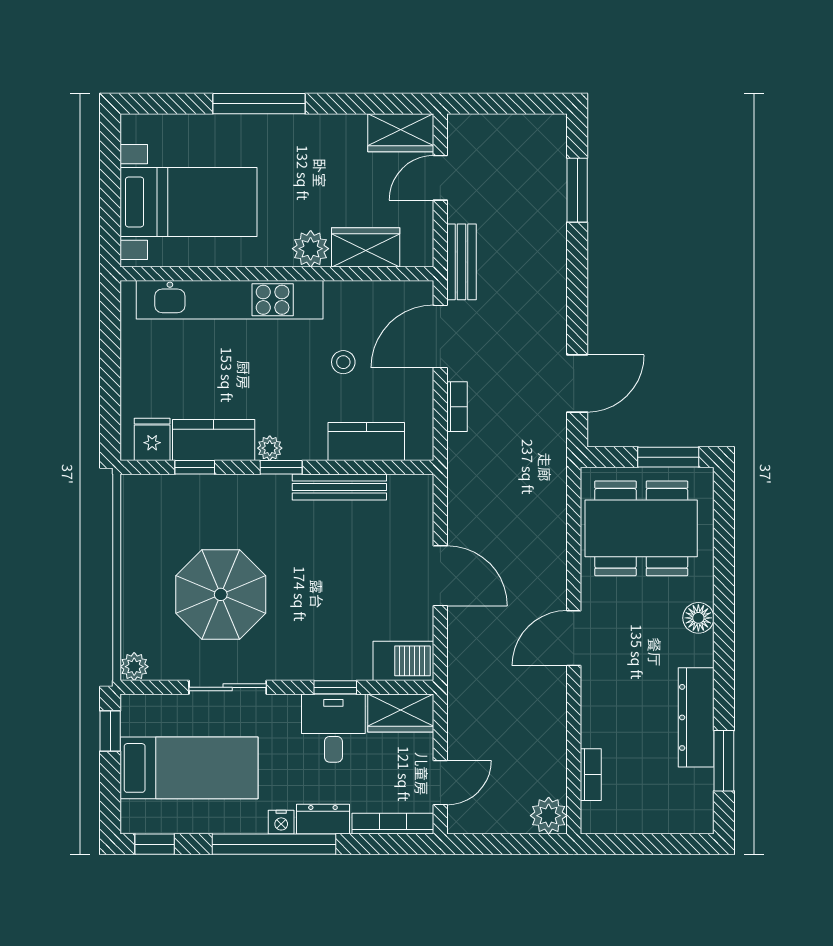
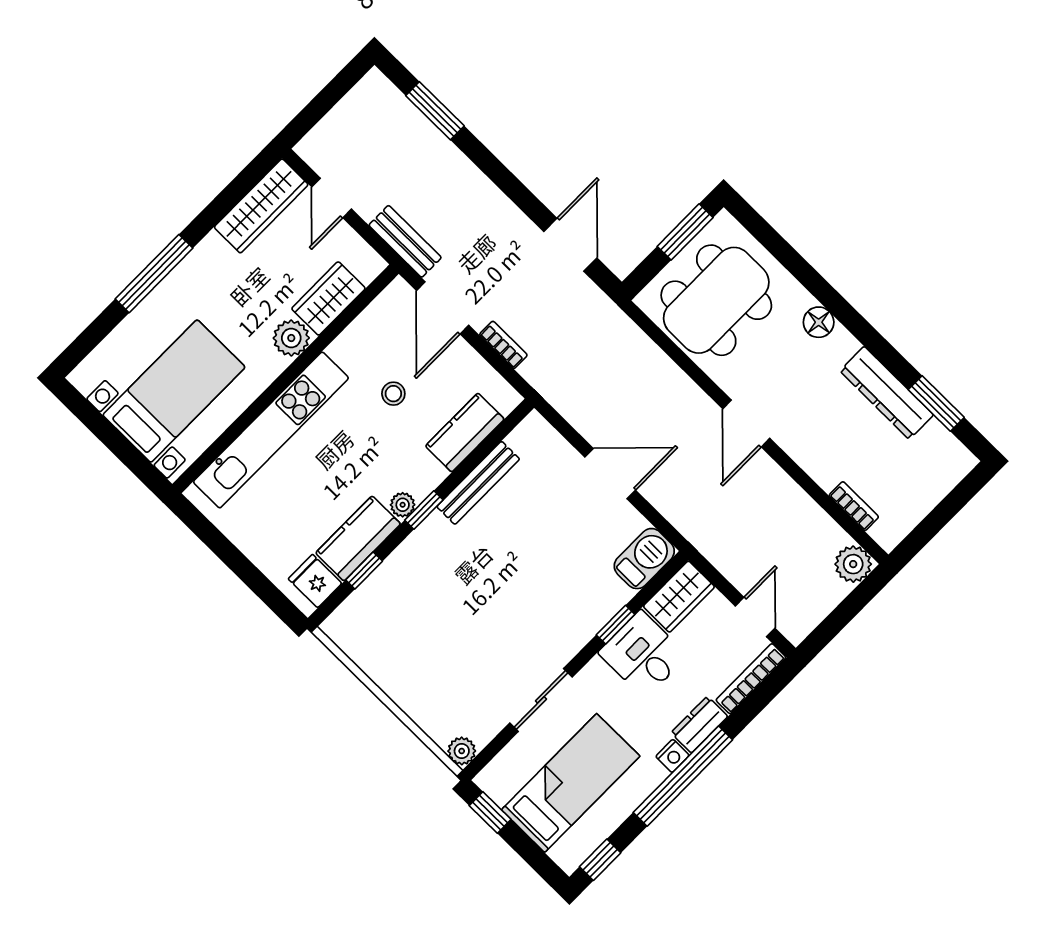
wardrobe: (401, 133) -> (261, 206), width x1.50
parasol: (221, 594) -> (471, 640), removed

